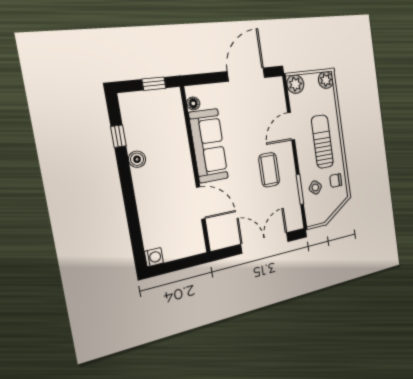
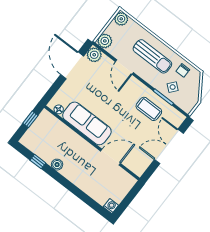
plant: (275, 87) -> (94, 55), added
sun lounger: (322, 142) -> (152, 56), turned 180
coffee table: (269, 170) -> (149, 109), moved

